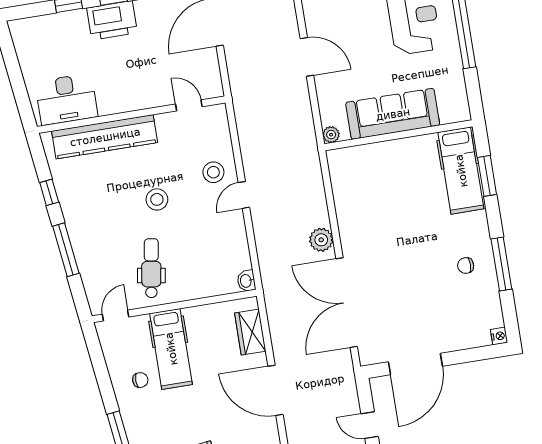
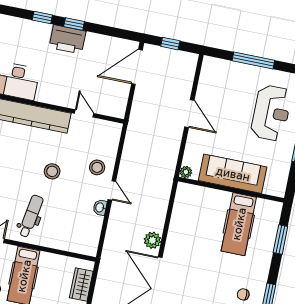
door: (189, 105) -> (84, 113), moved
hospital bed: (461, 171) -> (239, 224), moved
door: (244, 195) -> (112, 190), swing flipped
washbasin: (246, 281) -> (100, 207), moved

